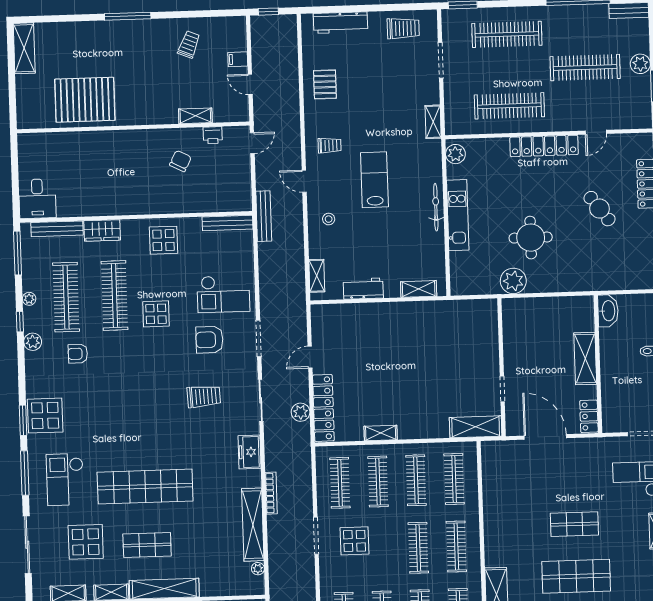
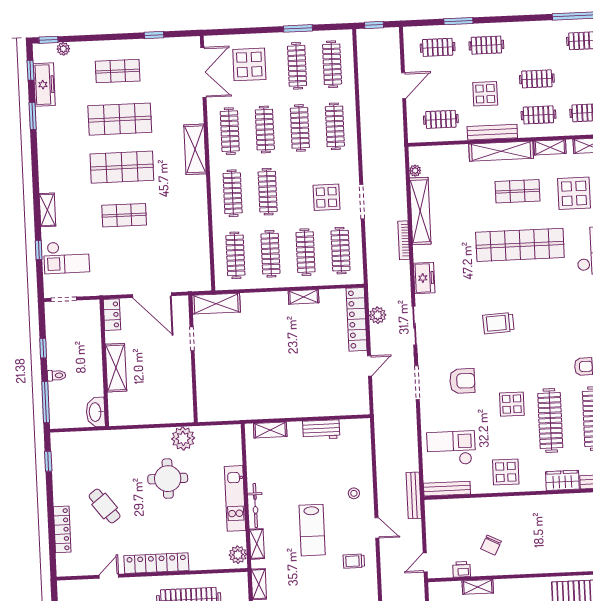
shelving: (317, 276) -> (257, 544), moved
checkout: (223, 294) -> (451, 448), moved
trolley: (204, 396) -> (498, 323), moved

